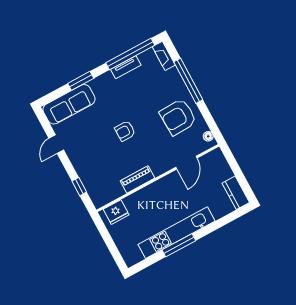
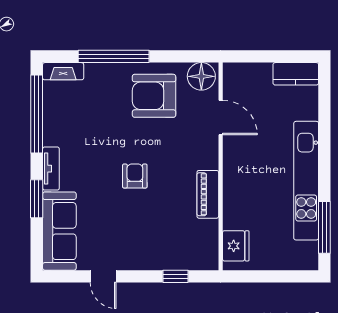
tv unit: (126, 67) -> (51, 169), moved
armchair: (178, 117) -> (154, 96), turned 92
armchair: (125, 131) -> (135, 176), turned 180
floor lamp: (208, 136) -> (201, 76), width x1.89, depth x1.89
window: (179, 245) -> (324, 227), moved

